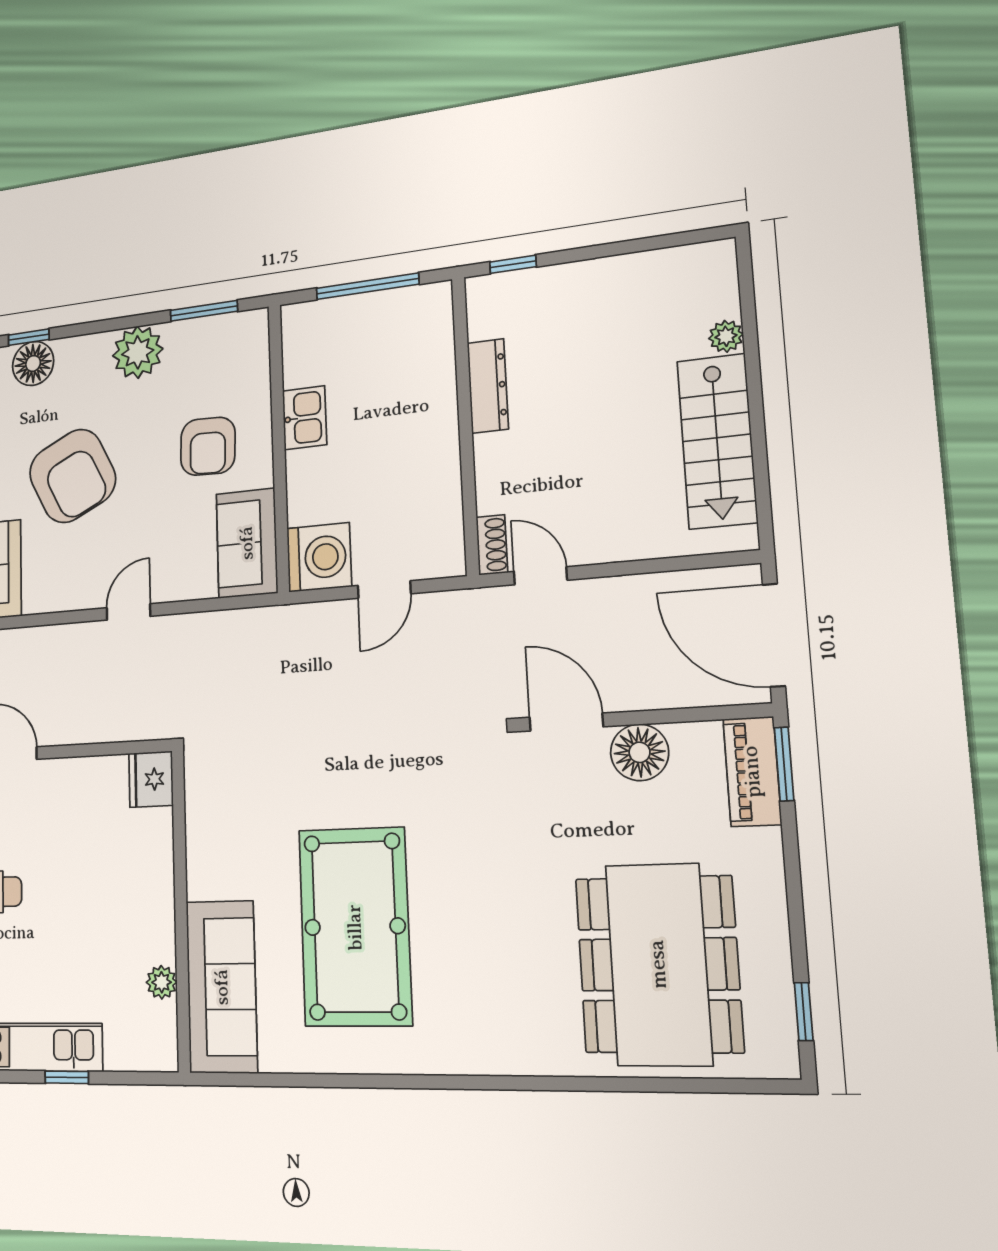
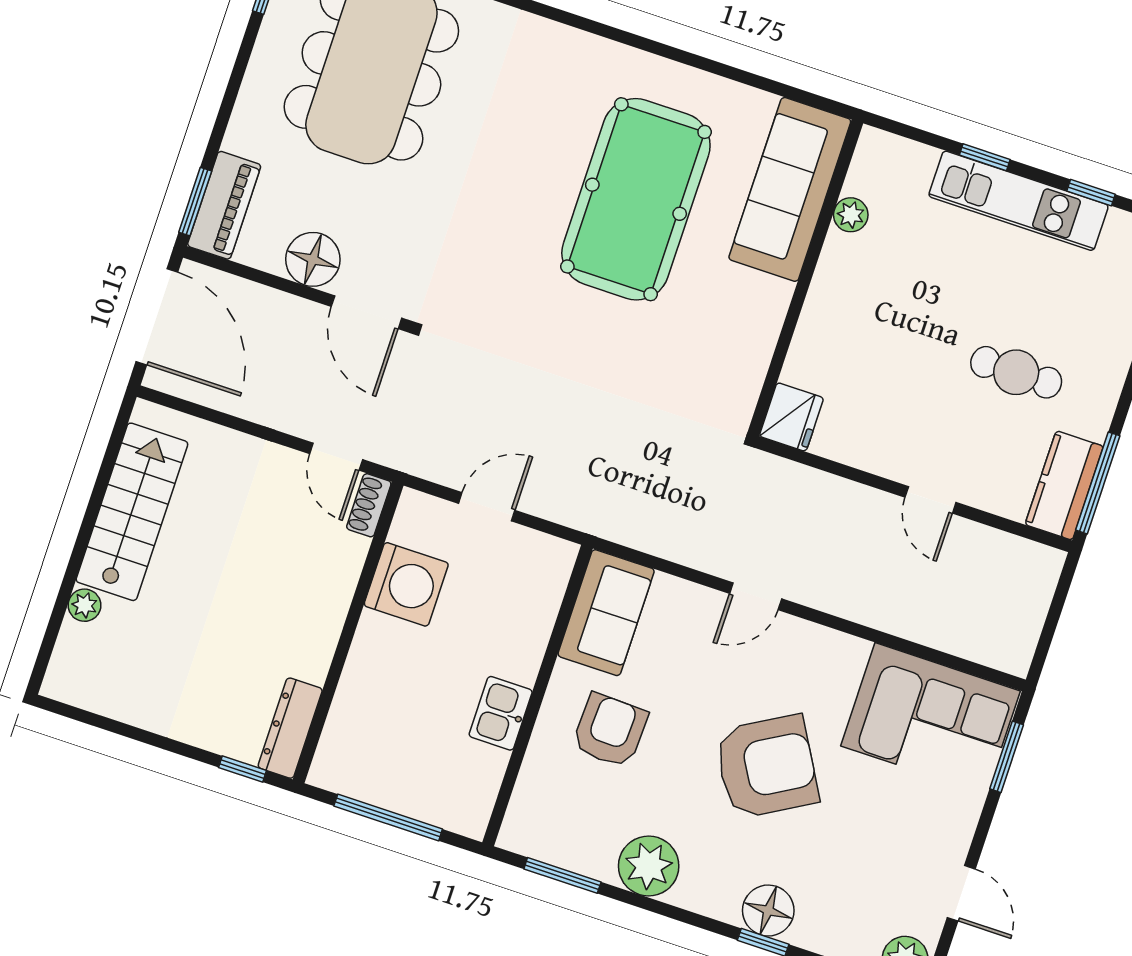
dresser: (488, 386) -> (290, 728), moved
armchair: (72, 476) -> (767, 767), turned 86
washing machine: (319, 557) -> (406, 584), moved, turned 180

